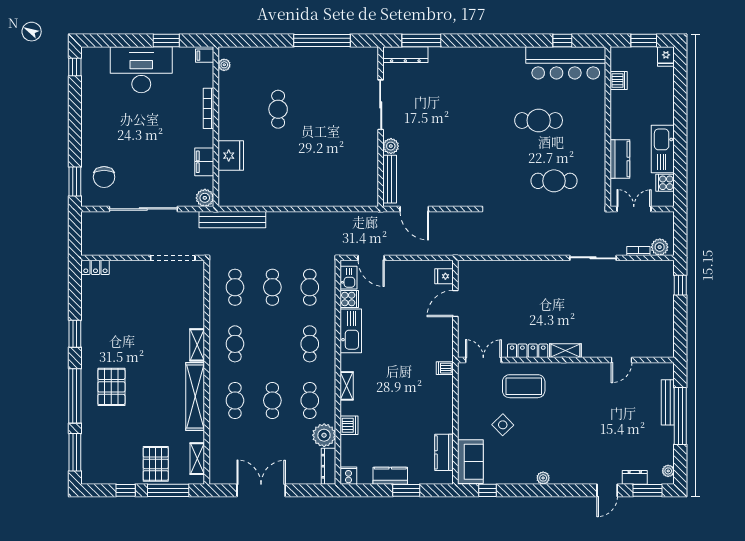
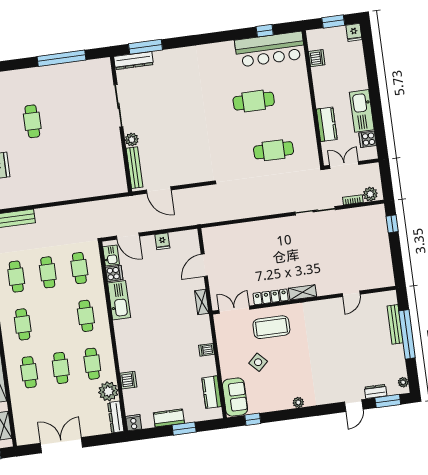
fridge: (444, 276) -> (162, 241), moved, turned -90
dishwasher: (445, 368) -> (206, 350), moved
shelving: (347, 386) -> (202, 302), moved

